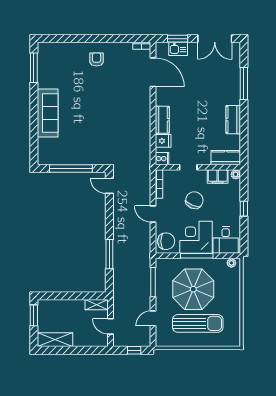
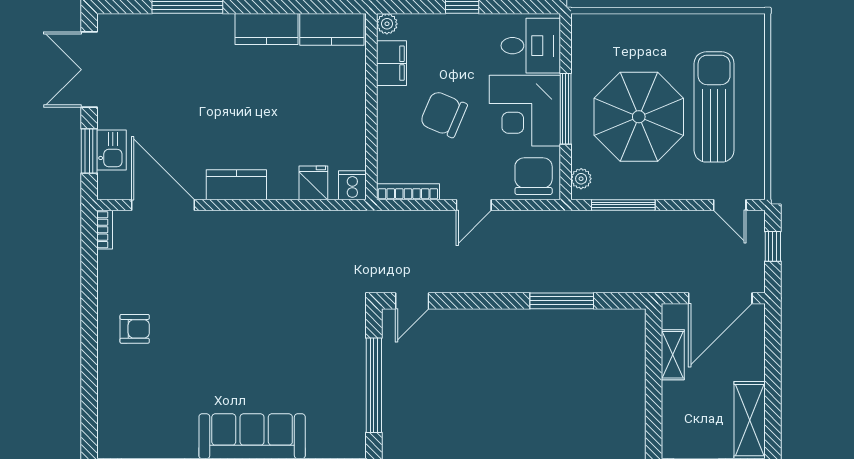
double door: (215, 39) -> (89, 70), swing flipped
armchair: (97, 59) -> (135, 329), turned 180
door: (153, 72) -> (163, 205), hinge flipped
kitchen counter: (162, 120) -> (236, 185), moved
kitchen counter: (226, 158) -> (332, 29), moved, turned -90
doorway: (188, 167) -> (371, 128), removed
plant: (231, 263) -> (581, 179), moved
shelving: (97, 305) -> (673, 355), moved
door: (153, 318) -> (730, 205), moved
door: (111, 326) -> (720, 298), width x1.87

